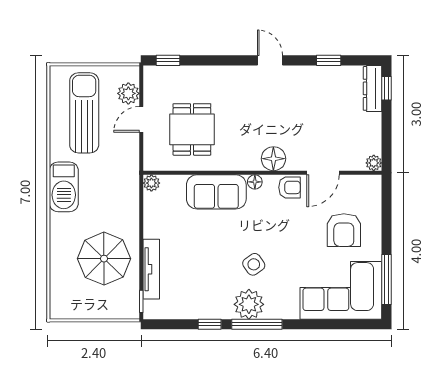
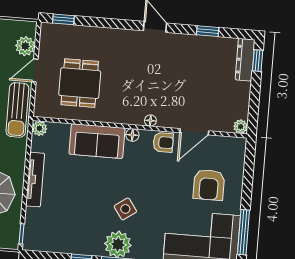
floor lamp: (273, 159) -> (150, 121), width x0.53, depth x0.53
sun lounger: (125, 165) -> (17, 110), added
tv unit: (151, 269) -> (35, 180), moved

